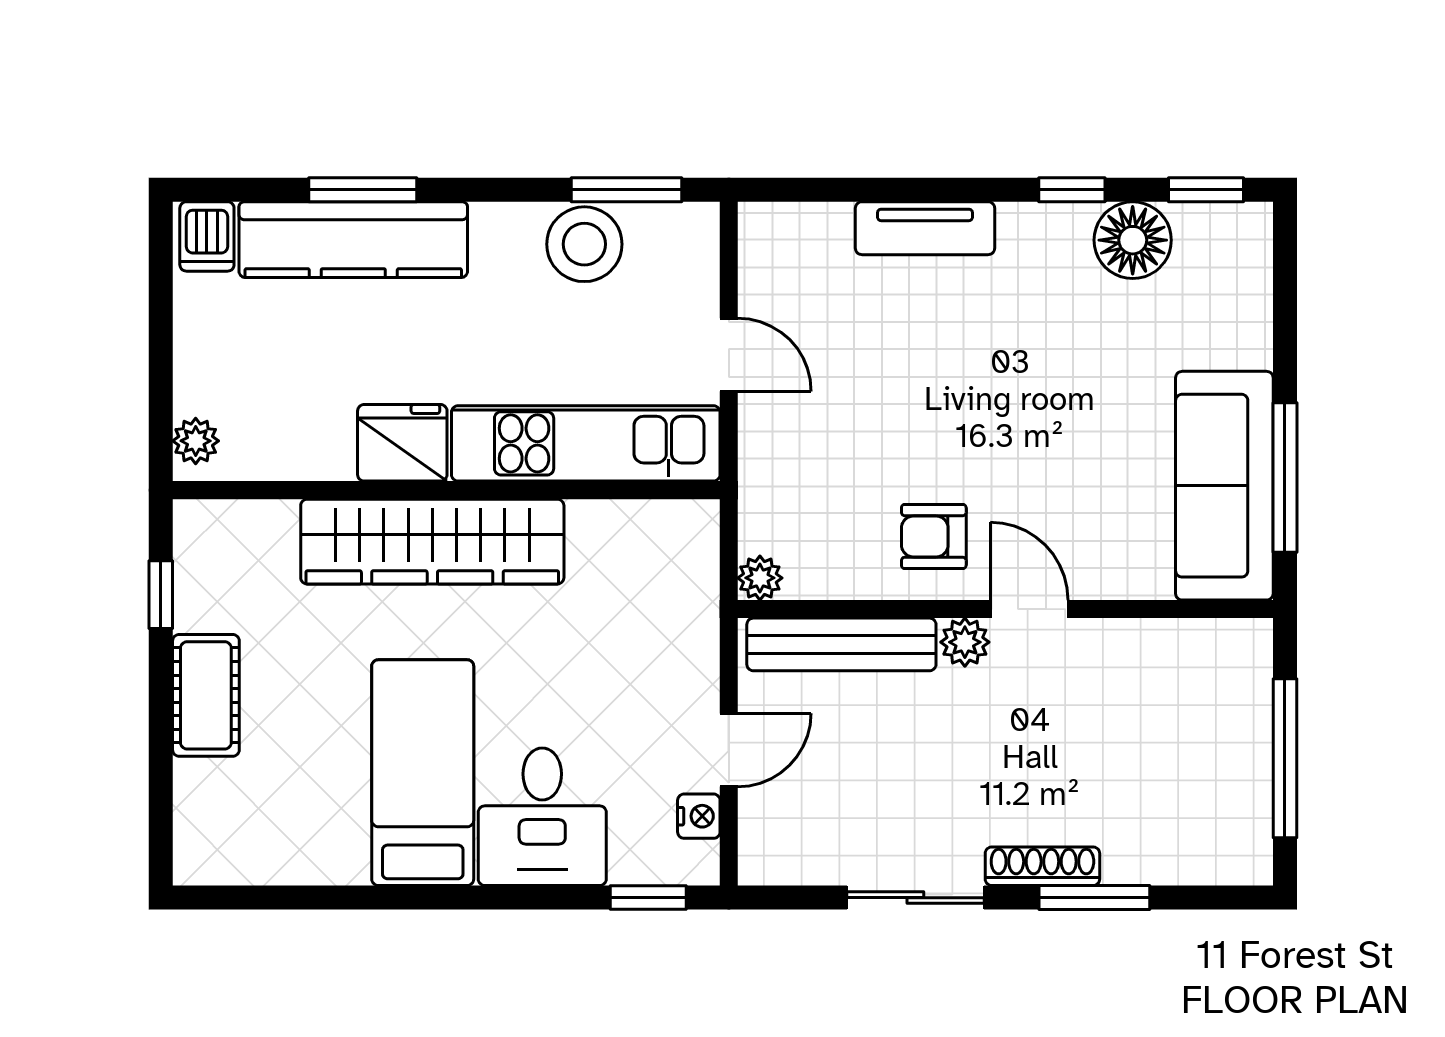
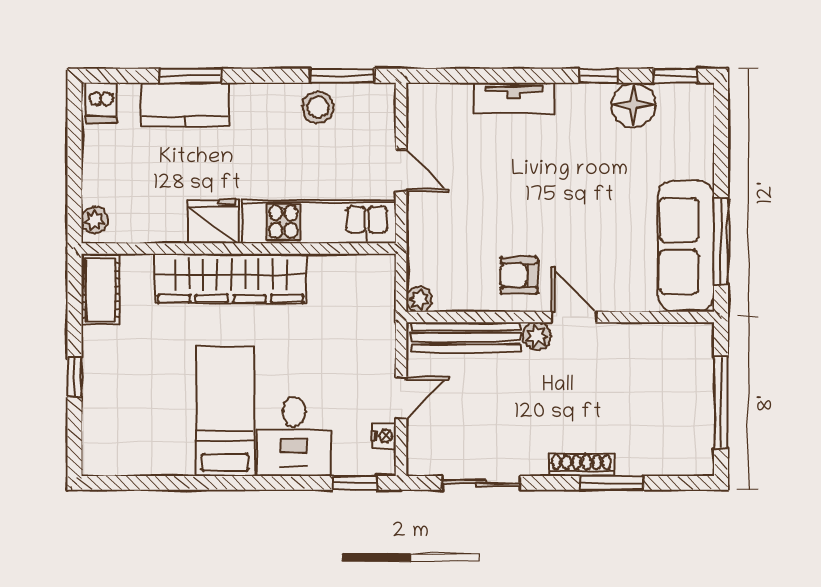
kitchen counter: (353, 240) -> (185, 105), width x0.67
stool: (584, 244) -> (318, 107), width x0.73, depth x0.73
window: (161, 595) -> (74, 377), moved
cot: (206, 695) -> (100, 290), moved
sliding door: (915, 898) -> (481, 483), moved

